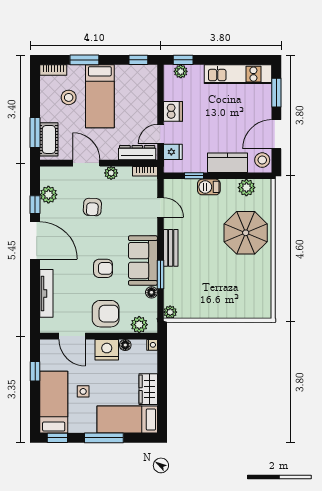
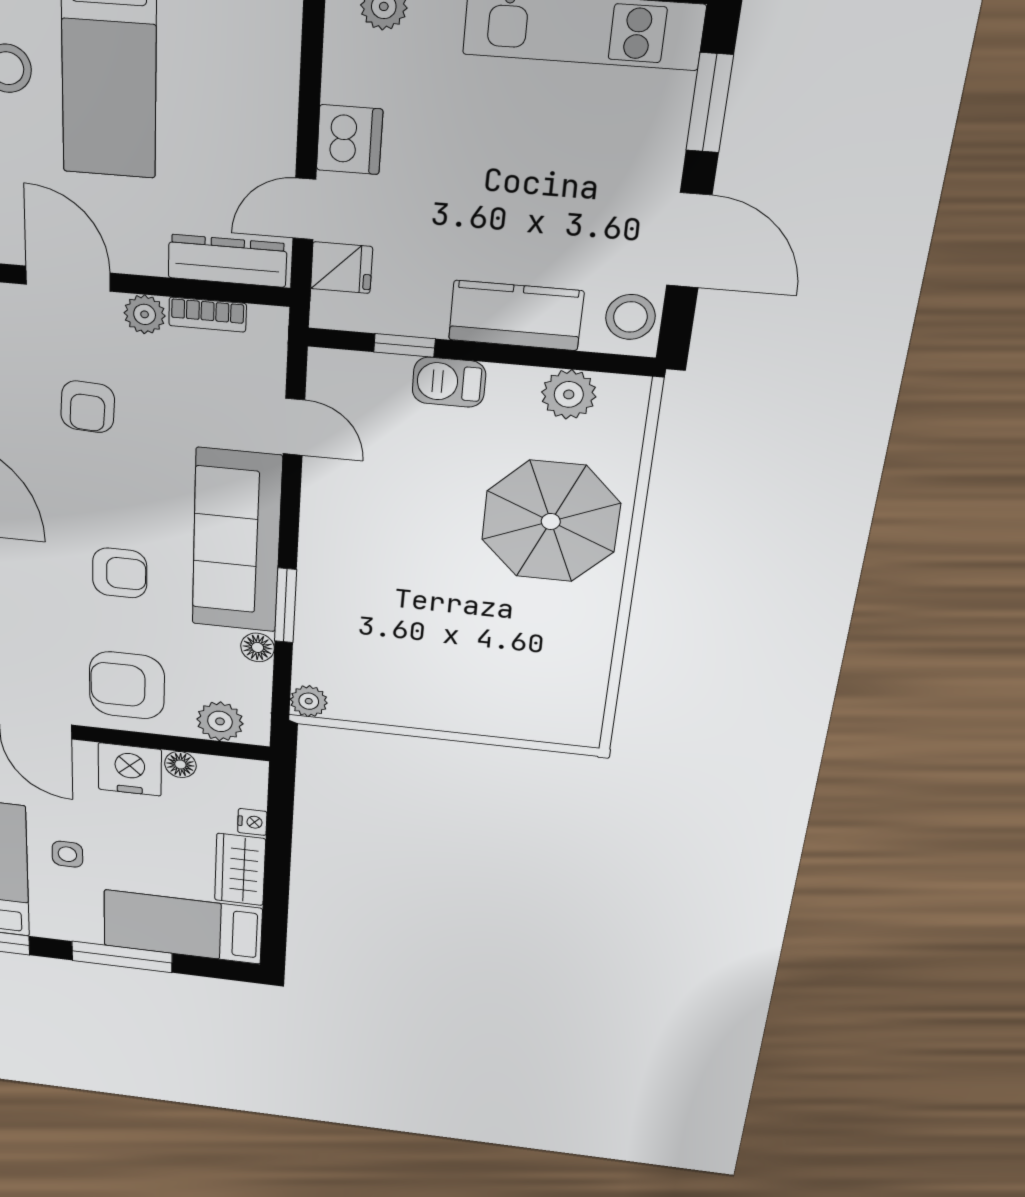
door: (276, 134) -> (689, 241), swing flipped
bookcase: (145, 171) -> (208, 315), moved
bench: (171, 248) -> (319, 540), removed
sofa: (143, 261) -> (236, 541), width x1.36
armchair: (106, 314) -> (127, 685), turned 180
nightstand: (152, 345) -> (252, 822), moved

